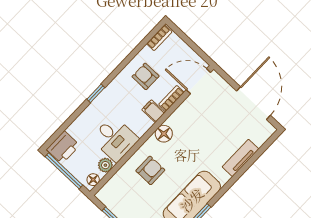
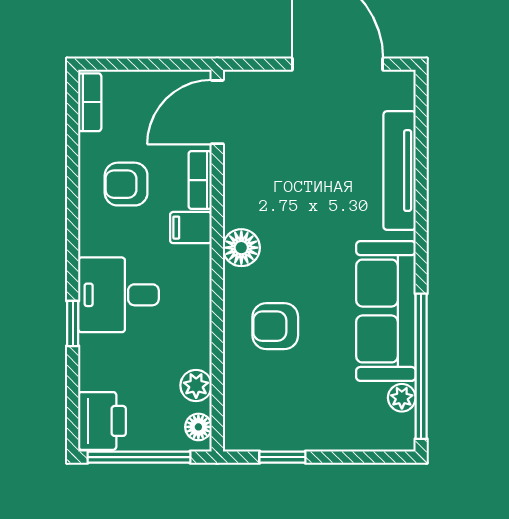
window: (96, 93) -> (73, 323), moved
desk: (115, 139) -> (118, 295), moved, turned 180
tv unit: (241, 158) -> (400, 171), width x1.41
armchair: (150, 170) -> (275, 326), turned -90

